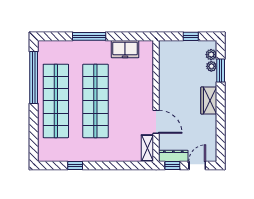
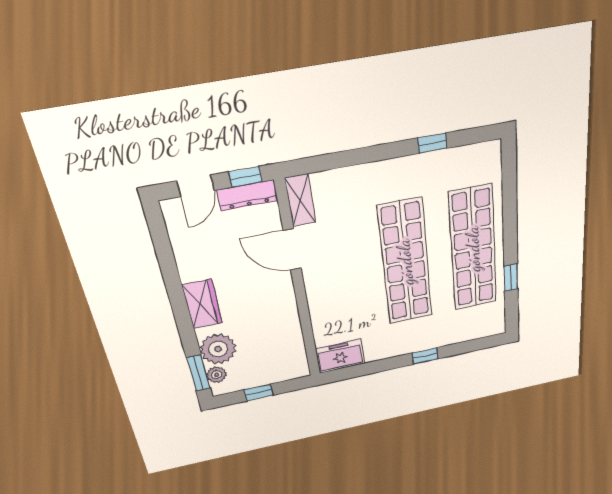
window: (89, 36) -> (425, 356), width x0.46
freezer: (125, 49) -> (340, 356), moved
plant: (211, 66) -> (218, 349), width x1.87, depth x1.87
window: (221, 70) -> (198, 373), moved
window: (34, 78) -> (511, 278), width x0.32

